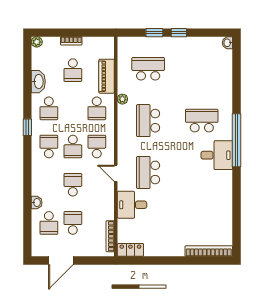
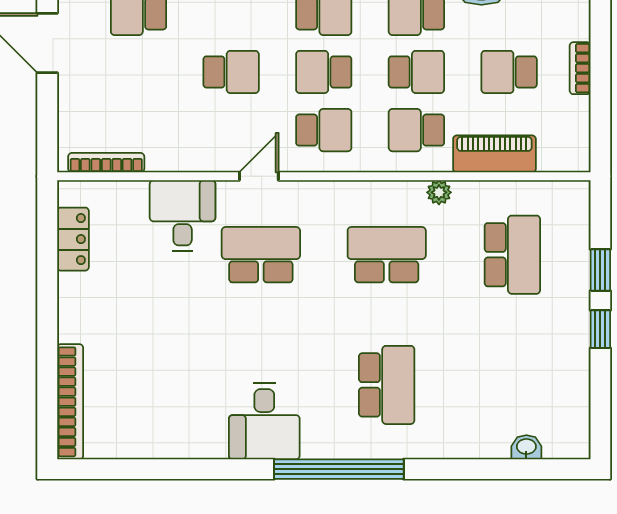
washbasin: (227, 43) -> (526, 447), moved
desk: (217, 155) -> (264, 421), moved
school desk: (73, 223) -> (416, 72), moved
locker: (130, 250) -> (73, 239), moved

